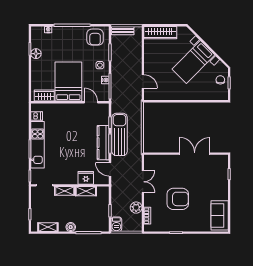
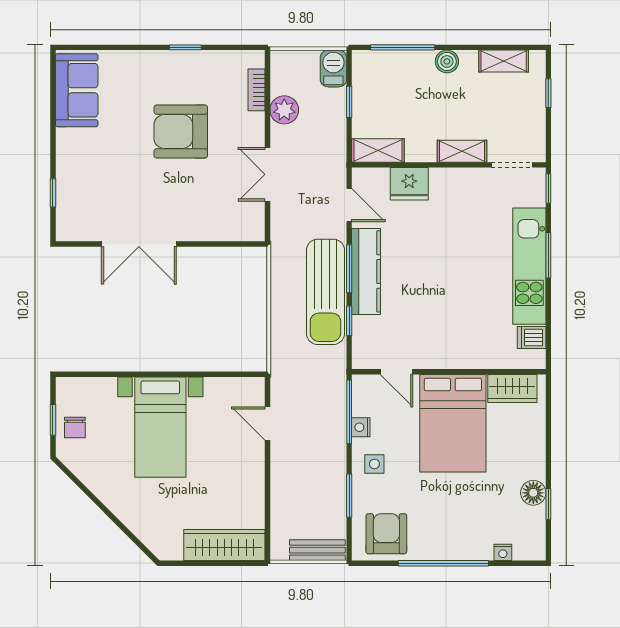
bed with nightstands: (193, 62) -> (160, 427), moved, turned 135
shelving: (86, 191) -> (378, 151), moved

